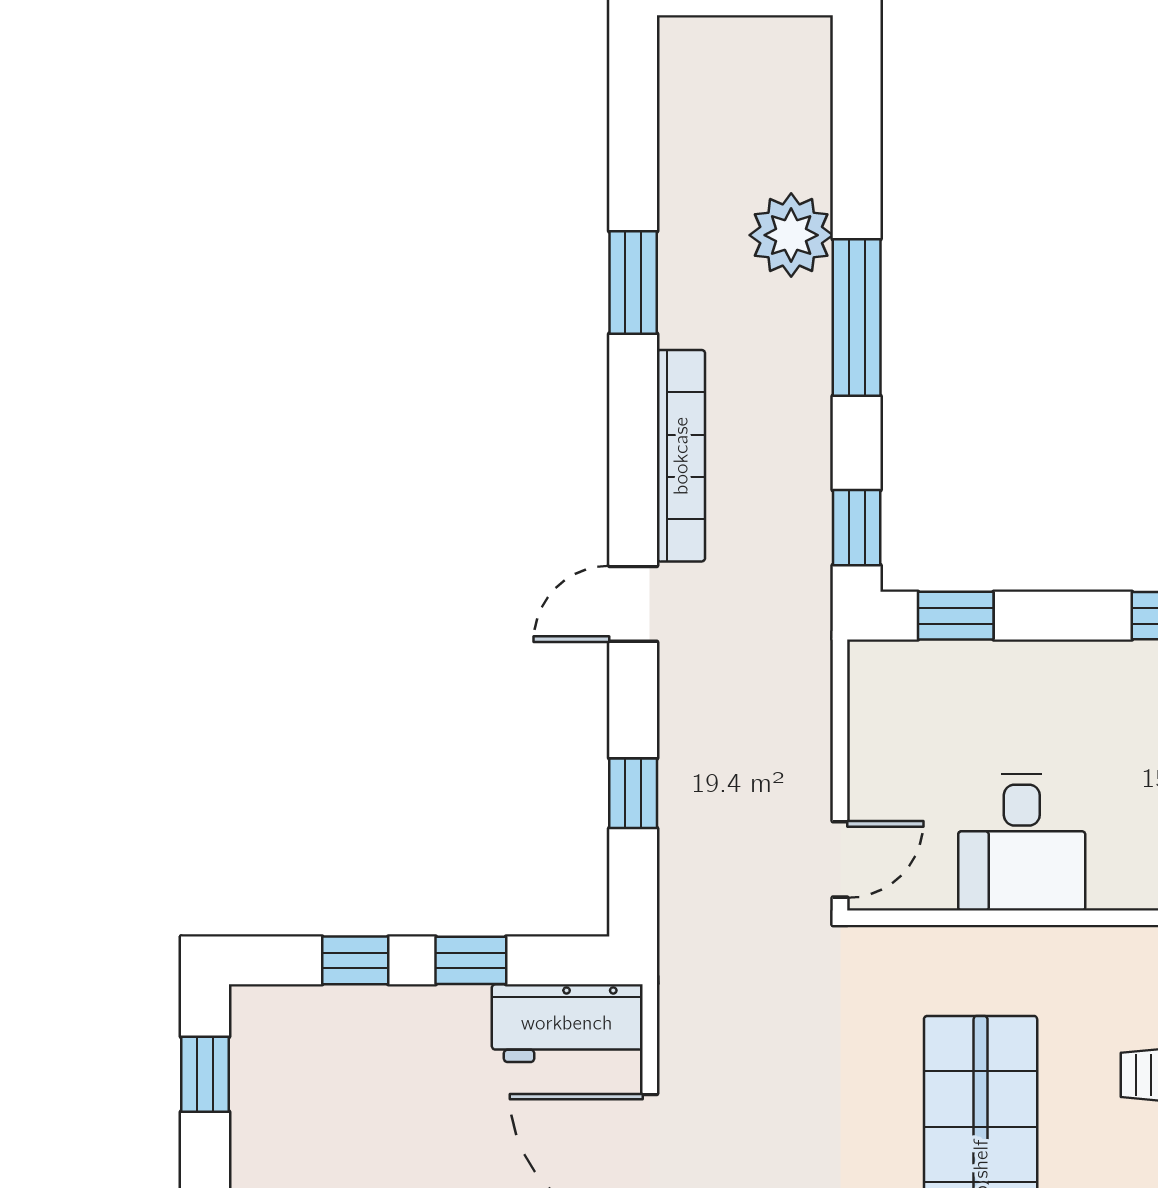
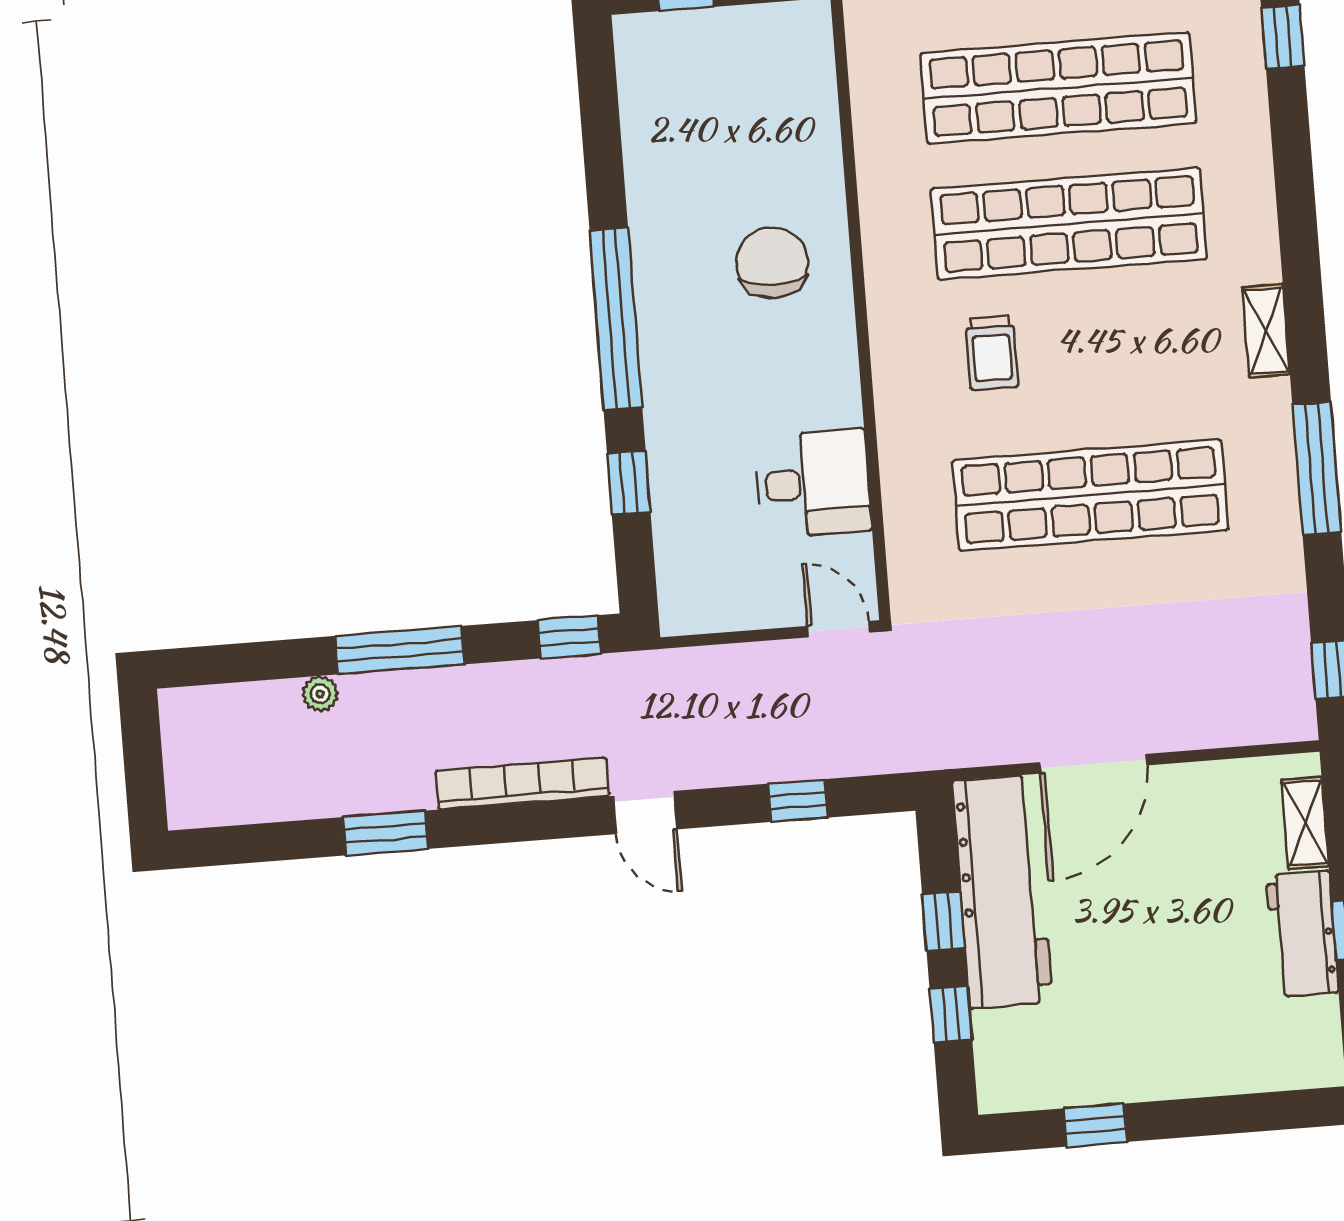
plant: (791, 235) -> (320, 694), width x0.53, depth x0.53
window: (956, 616) -> (629, 483), moved
workbench: (567, 1023) -> (1002, 892), width x1.88, depth x1.32
window: (205, 1074) -> (1095, 1125), moved

